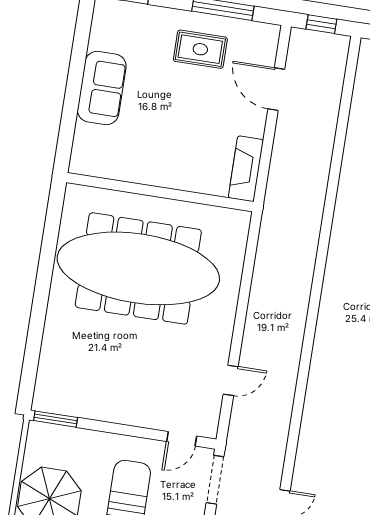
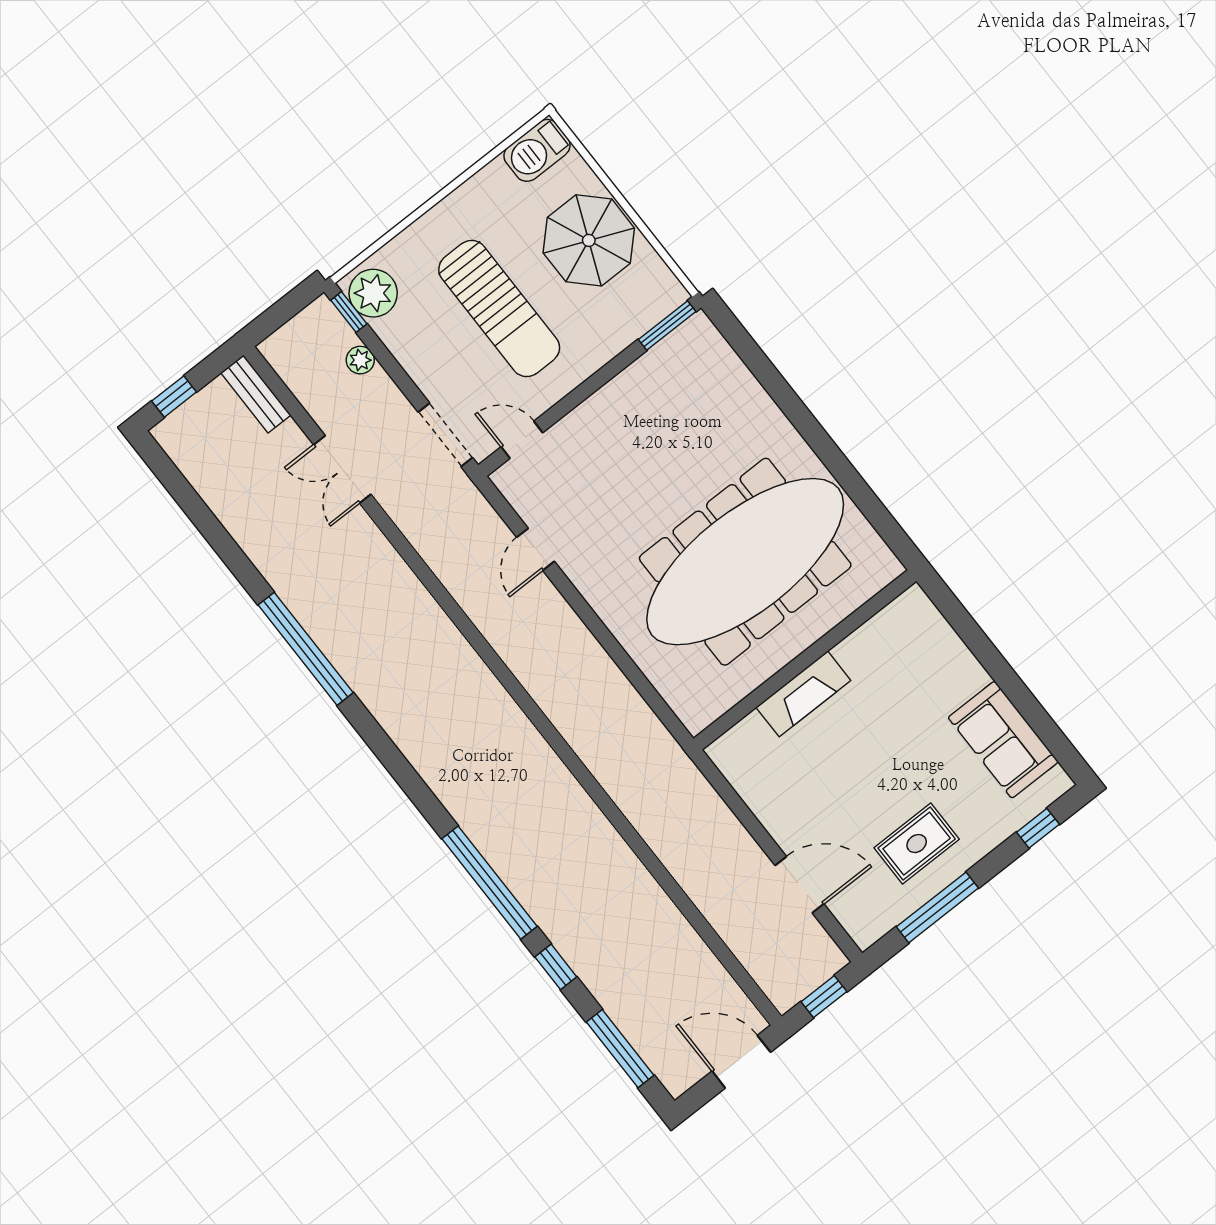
sofa: (102, 88) -> (1003, 740), moved
fireplace: (246, 169) -> (803, 694), moved, turned 90
door: (182, 439) -> (522, 440), hinge flipped

